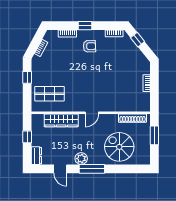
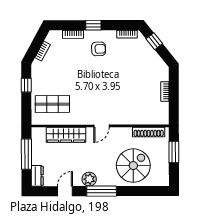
window: (27, 137) -> (26, 154), width x2.17
spiral stairs: (119, 147) -> (133, 166), turned 90
door: (60, 169) -> (65, 191), swing flipped

